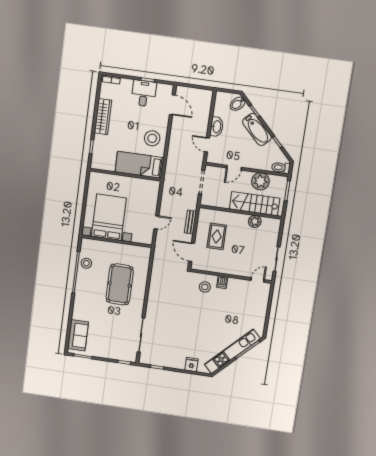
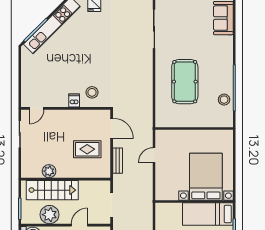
bed: (139, 165) -> (208, 214), moved, turned 180
bed with nightstands: (109, 217) -> (206, 177), moved, turned 180
rug: (217, 236) -> (87, 149), turned 90

